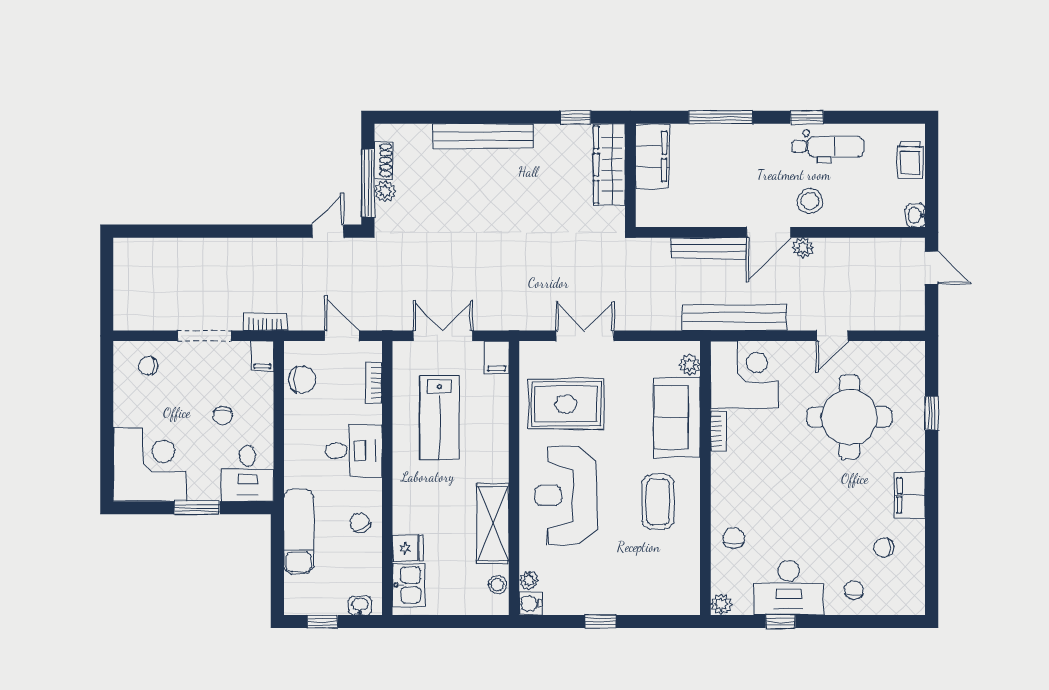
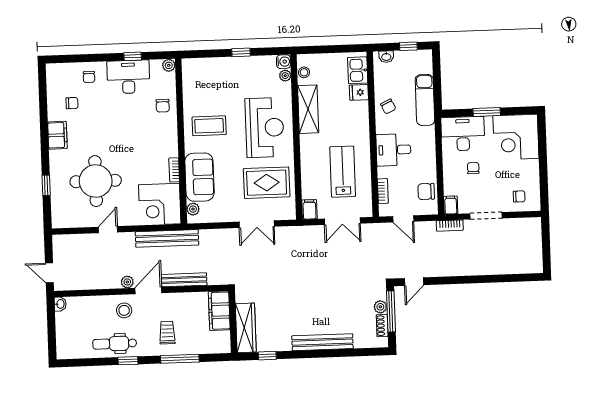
filing cabinet: (652, 156) -> (219, 311), moved
trolley: (910, 160) -> (167, 333), moved
desk: (248, 473) -> (463, 134), width x1.37
coffee table: (658, 502) -> (209, 126), turned 90

